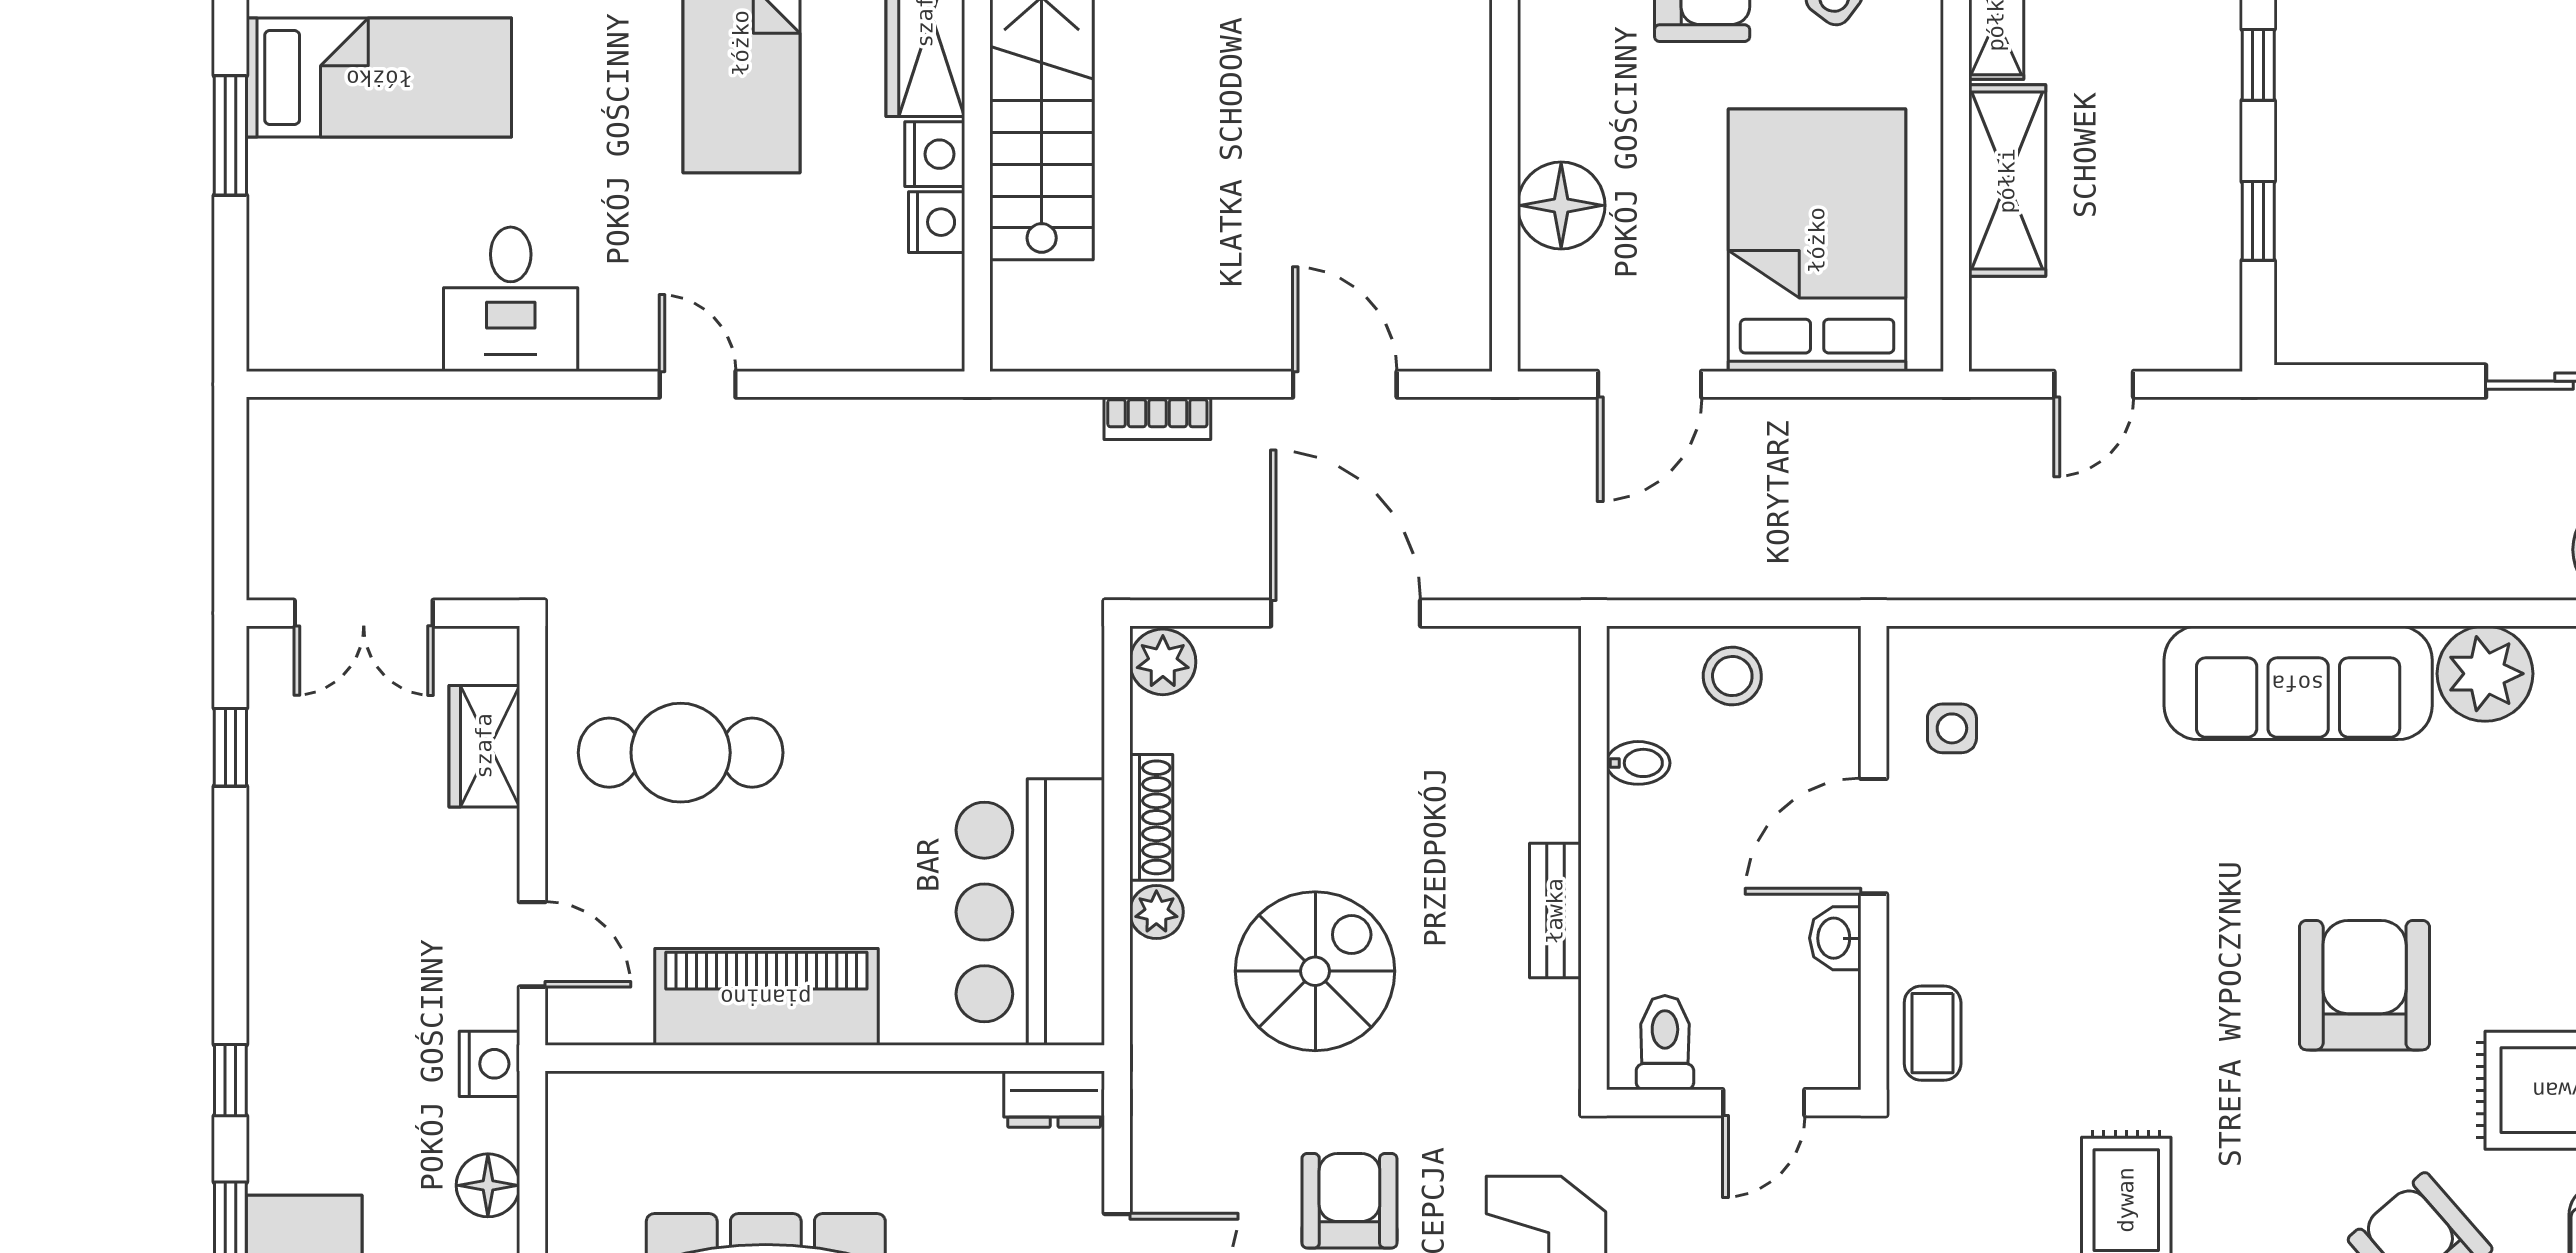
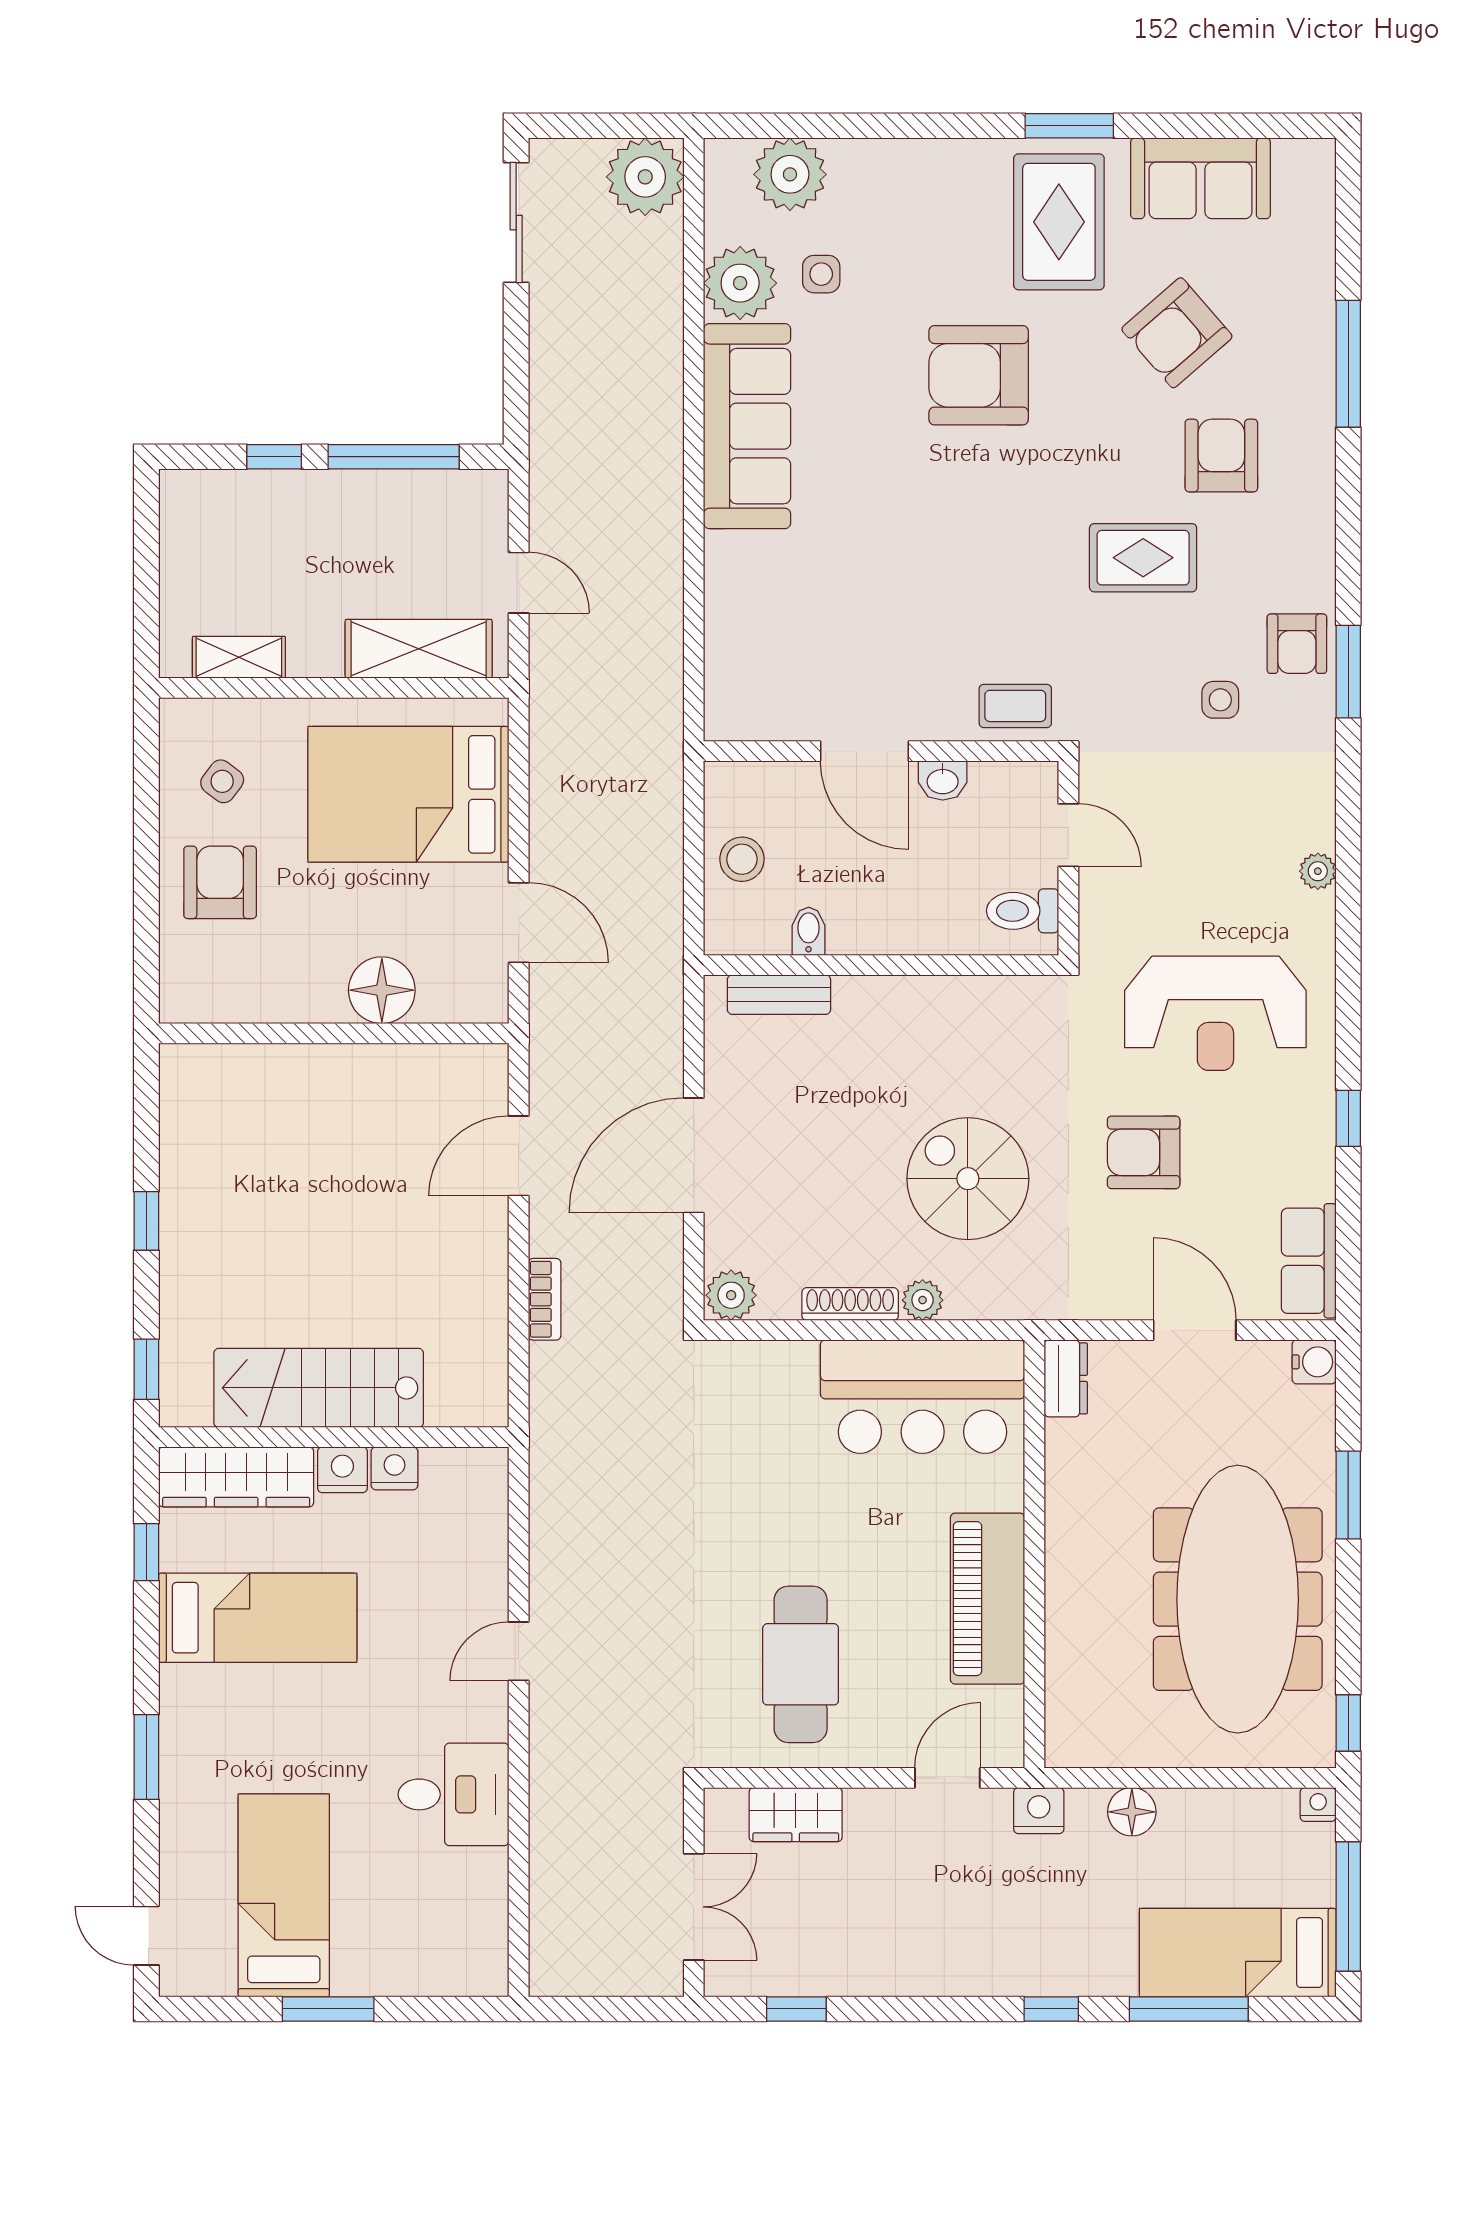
shelving: (2007, 181) -> (419, 649), moved
window: (2258, 221) -> (394, 457), width x2.17
side table: (1952, 728) -> (821, 274), moved
bench: (1555, 911) -> (779, 995), moved

